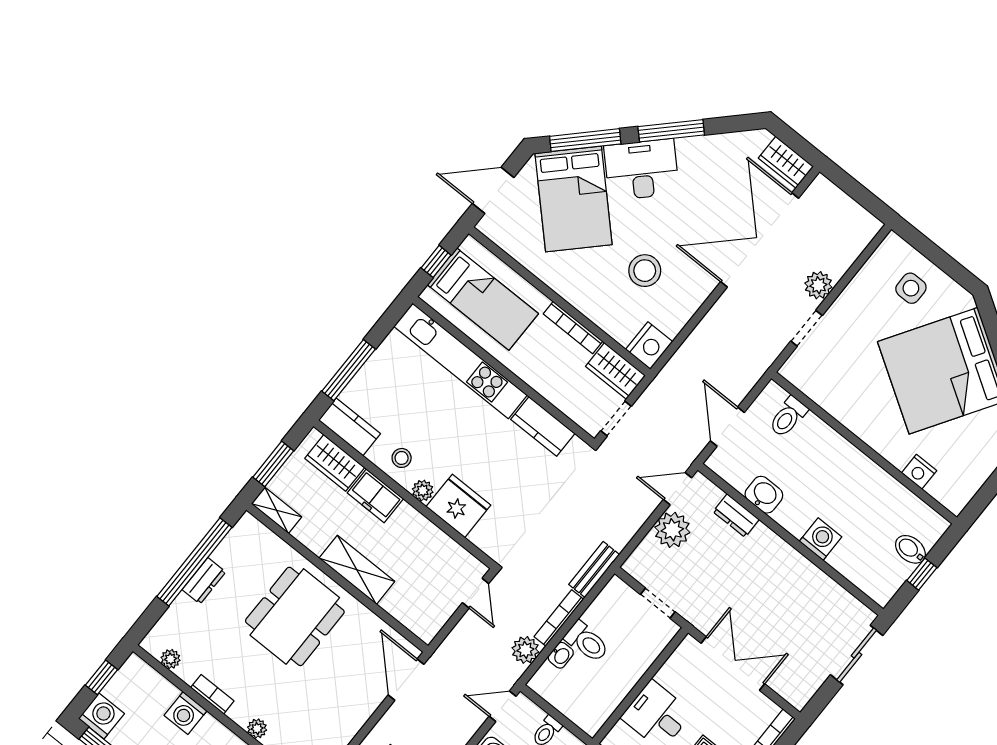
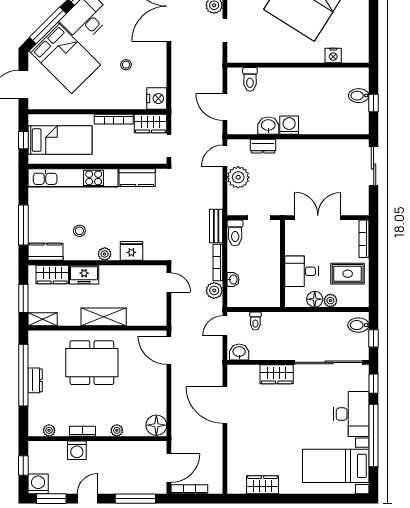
stool: (645, 271) -> (126, 65), width x0.53, depth x0.53
stool: (402, 458) -> (79, 231), moved
fridge: (458, 506) -> (131, 251), width x0.73, depth x0.75
washing machine: (821, 539) -> (289, 125), moved
dining table: (295, 616) -> (92, 363), turned 90
toilet: (587, 642) -> (235, 233), moved, turned 90

